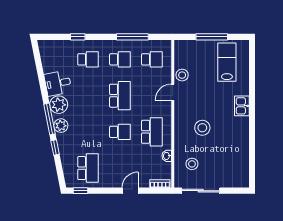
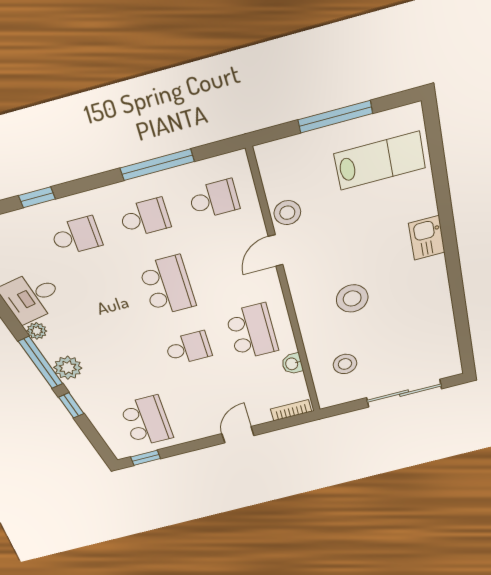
lab bench: (227, 62) -> (380, 161), turned 90
plant: (59, 105) -> (37, 331), width x0.53, depth x0.53
sliding door: (201, 191) -> (404, 393), moved

